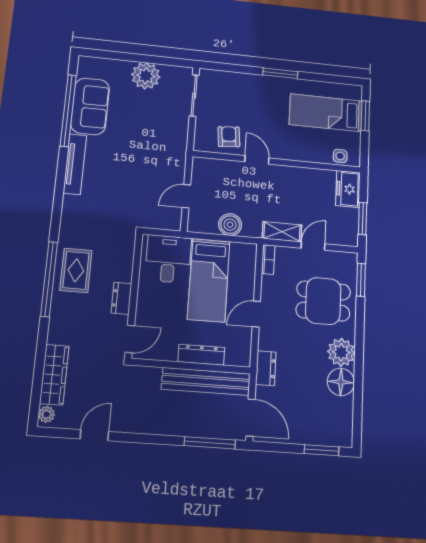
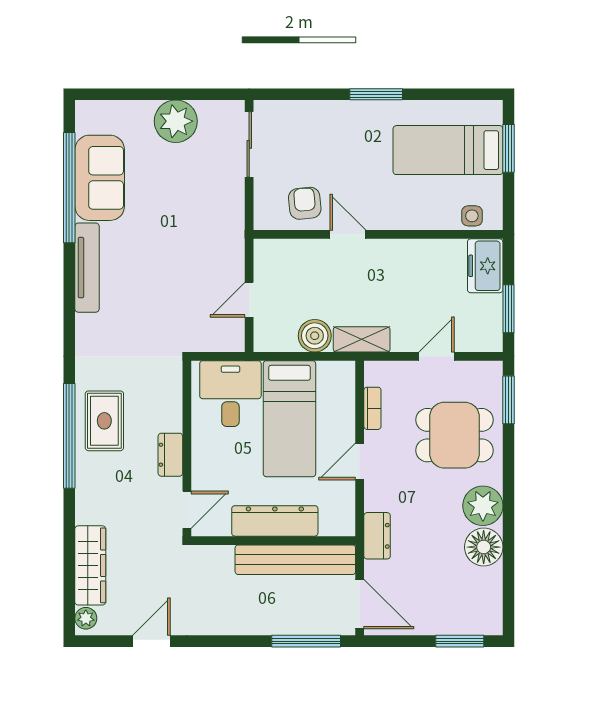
shelving: (282, 232) -> (362, 339), moved
bookcase: (268, 259) -> (372, 408), moved
dresser: (201, 355) -> (275, 521), width x1.37, depth x1.24

